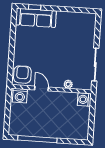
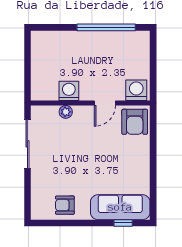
armchair: (73, 22) -> (65, 205), added
door: (41, 88) -> (105, 103), hinge flipped
washing machine: (84, 99) -> (69, 91), moved, turned -90

